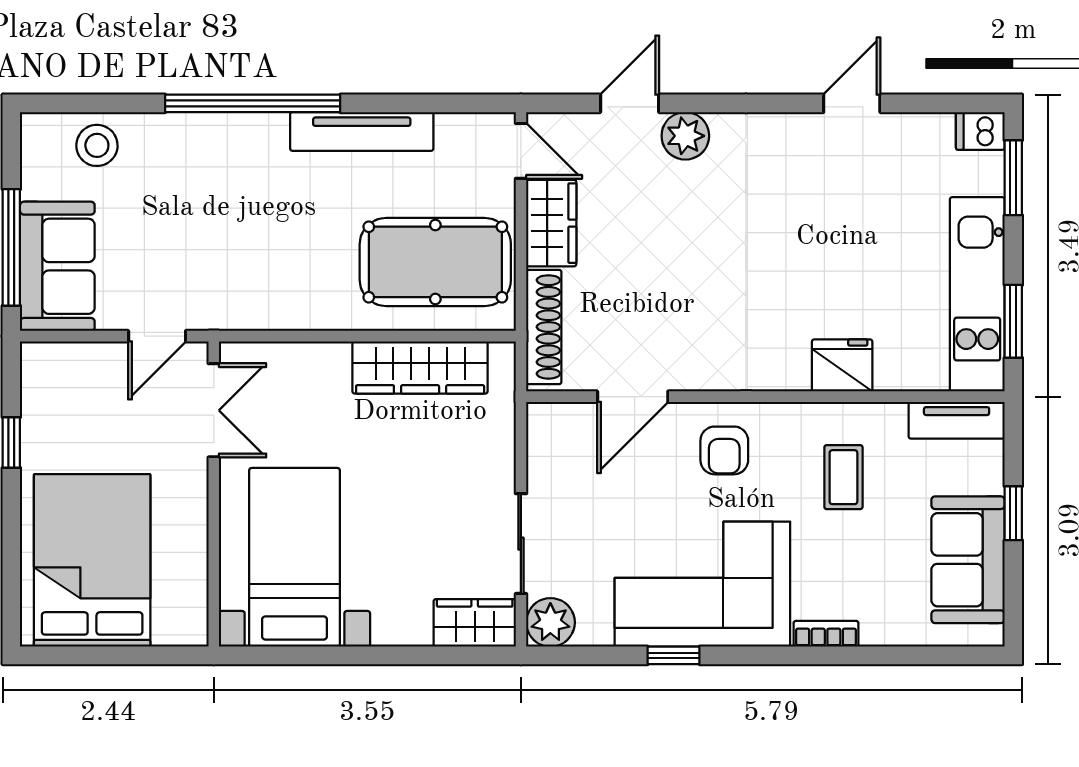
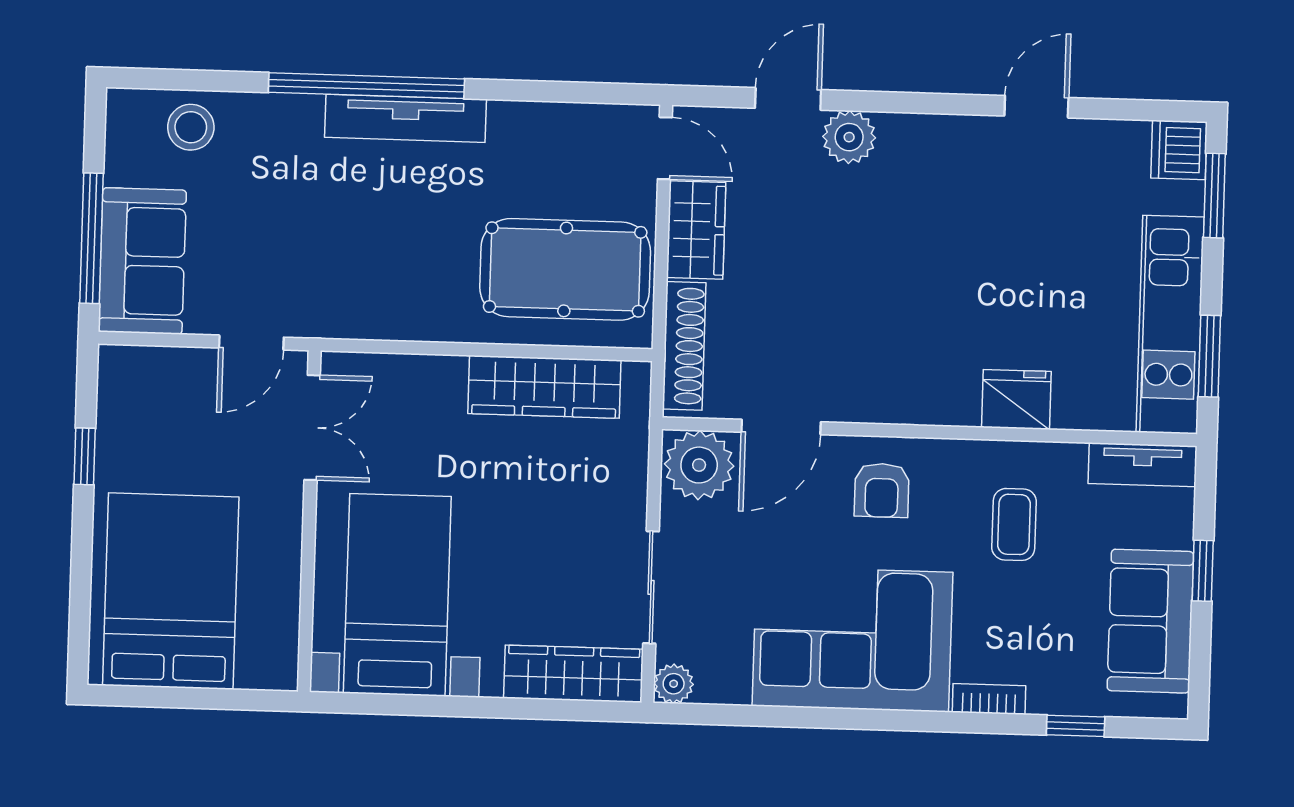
tv unit: (362, 131) -> (406, 118), moved
dishwasher: (980, 131) -> (1179, 150), width x1.38
plant: (560, 433) -> (699, 465), added
plant: (550, 622) -> (674, 684), width x0.73, depth x0.73
wardrobe: (475, 623) -> (573, 674), width x1.50
window: (674, 655) -> (1076, 726), moved

